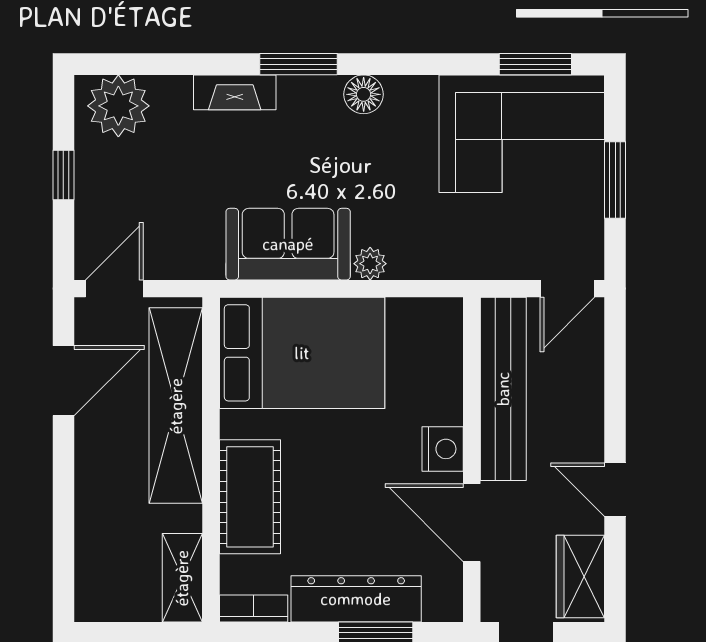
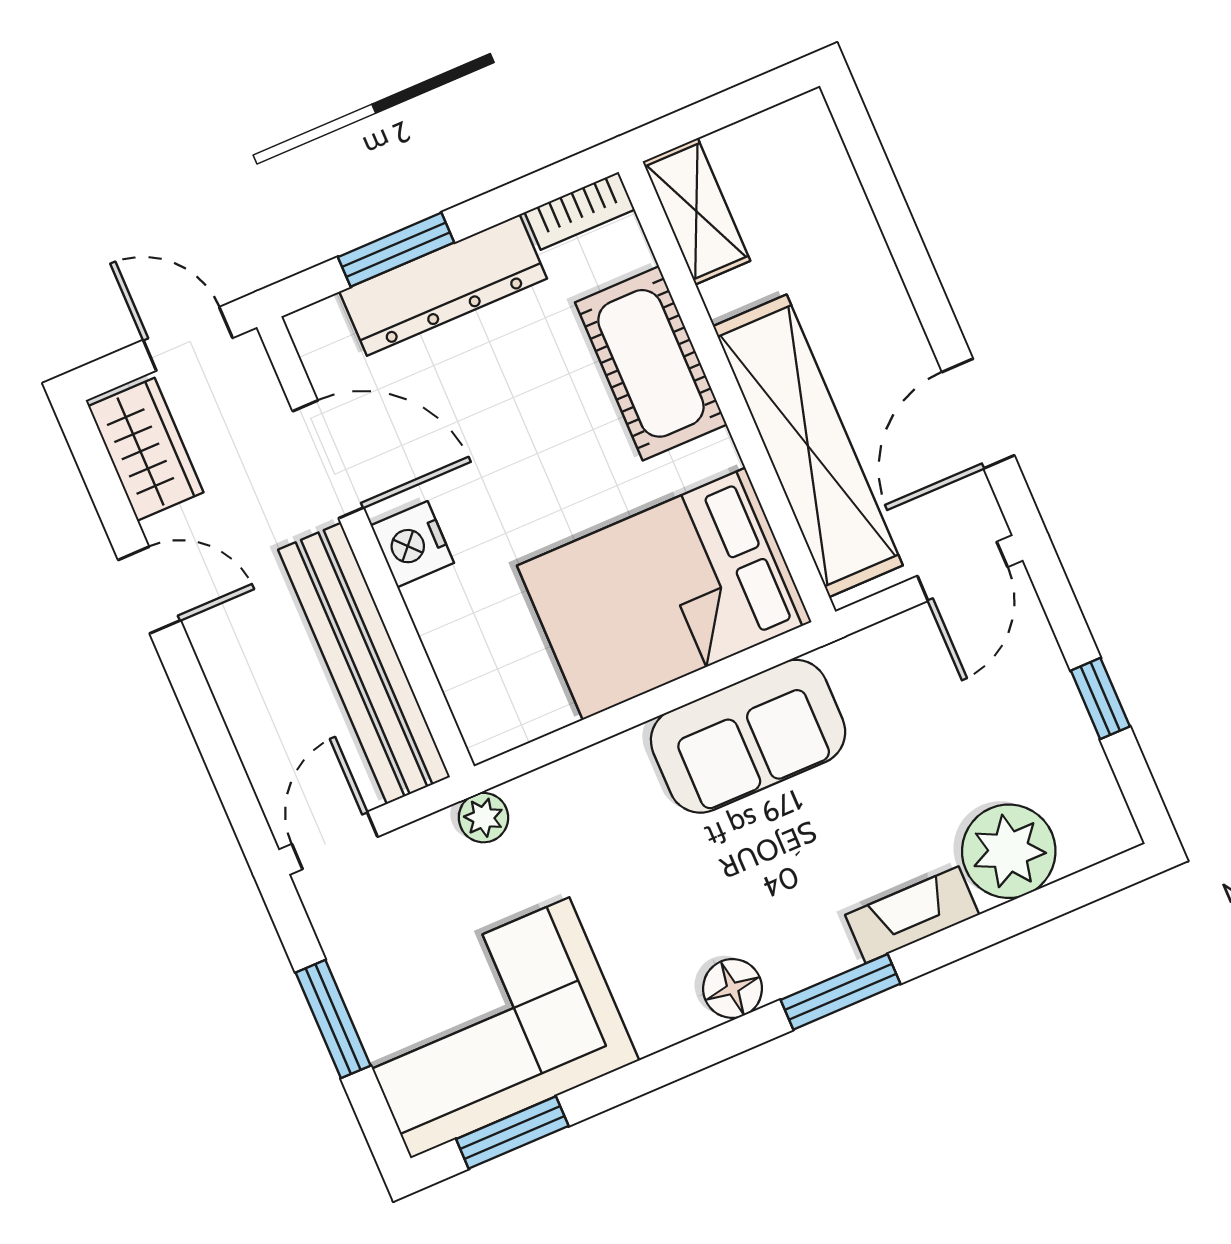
plant: (118, 106) -> (1009, 851), moved
plant: (370, 264) -> (483, 818), moved

